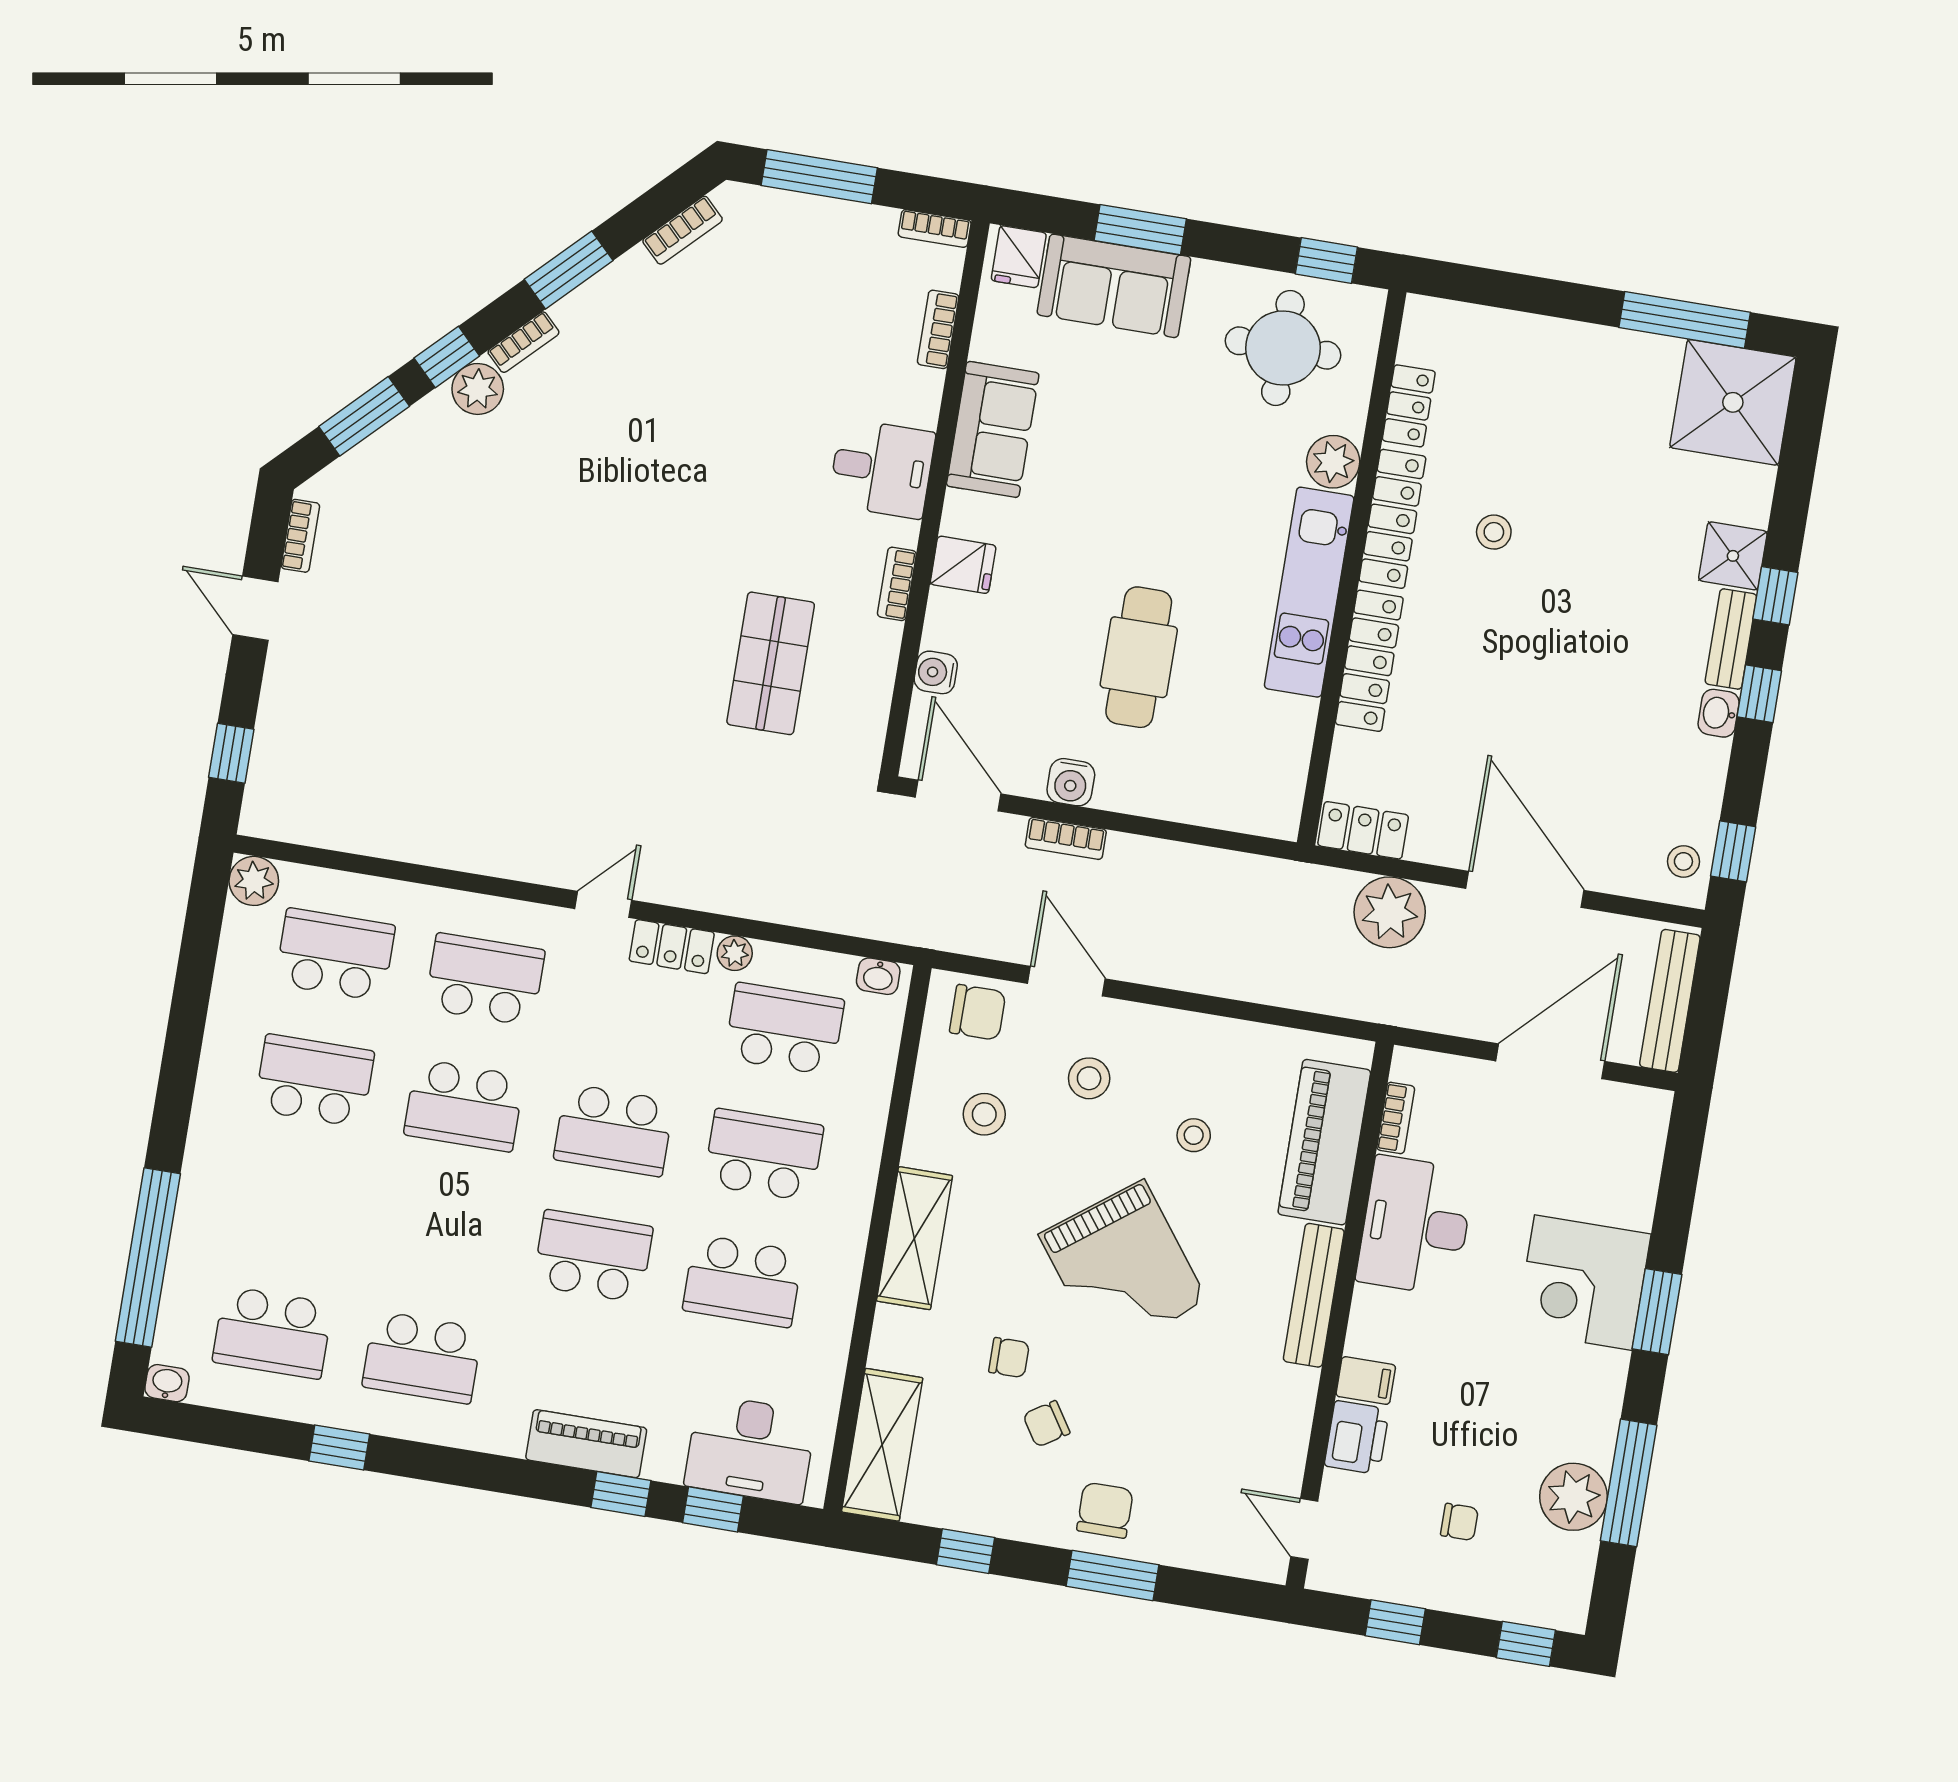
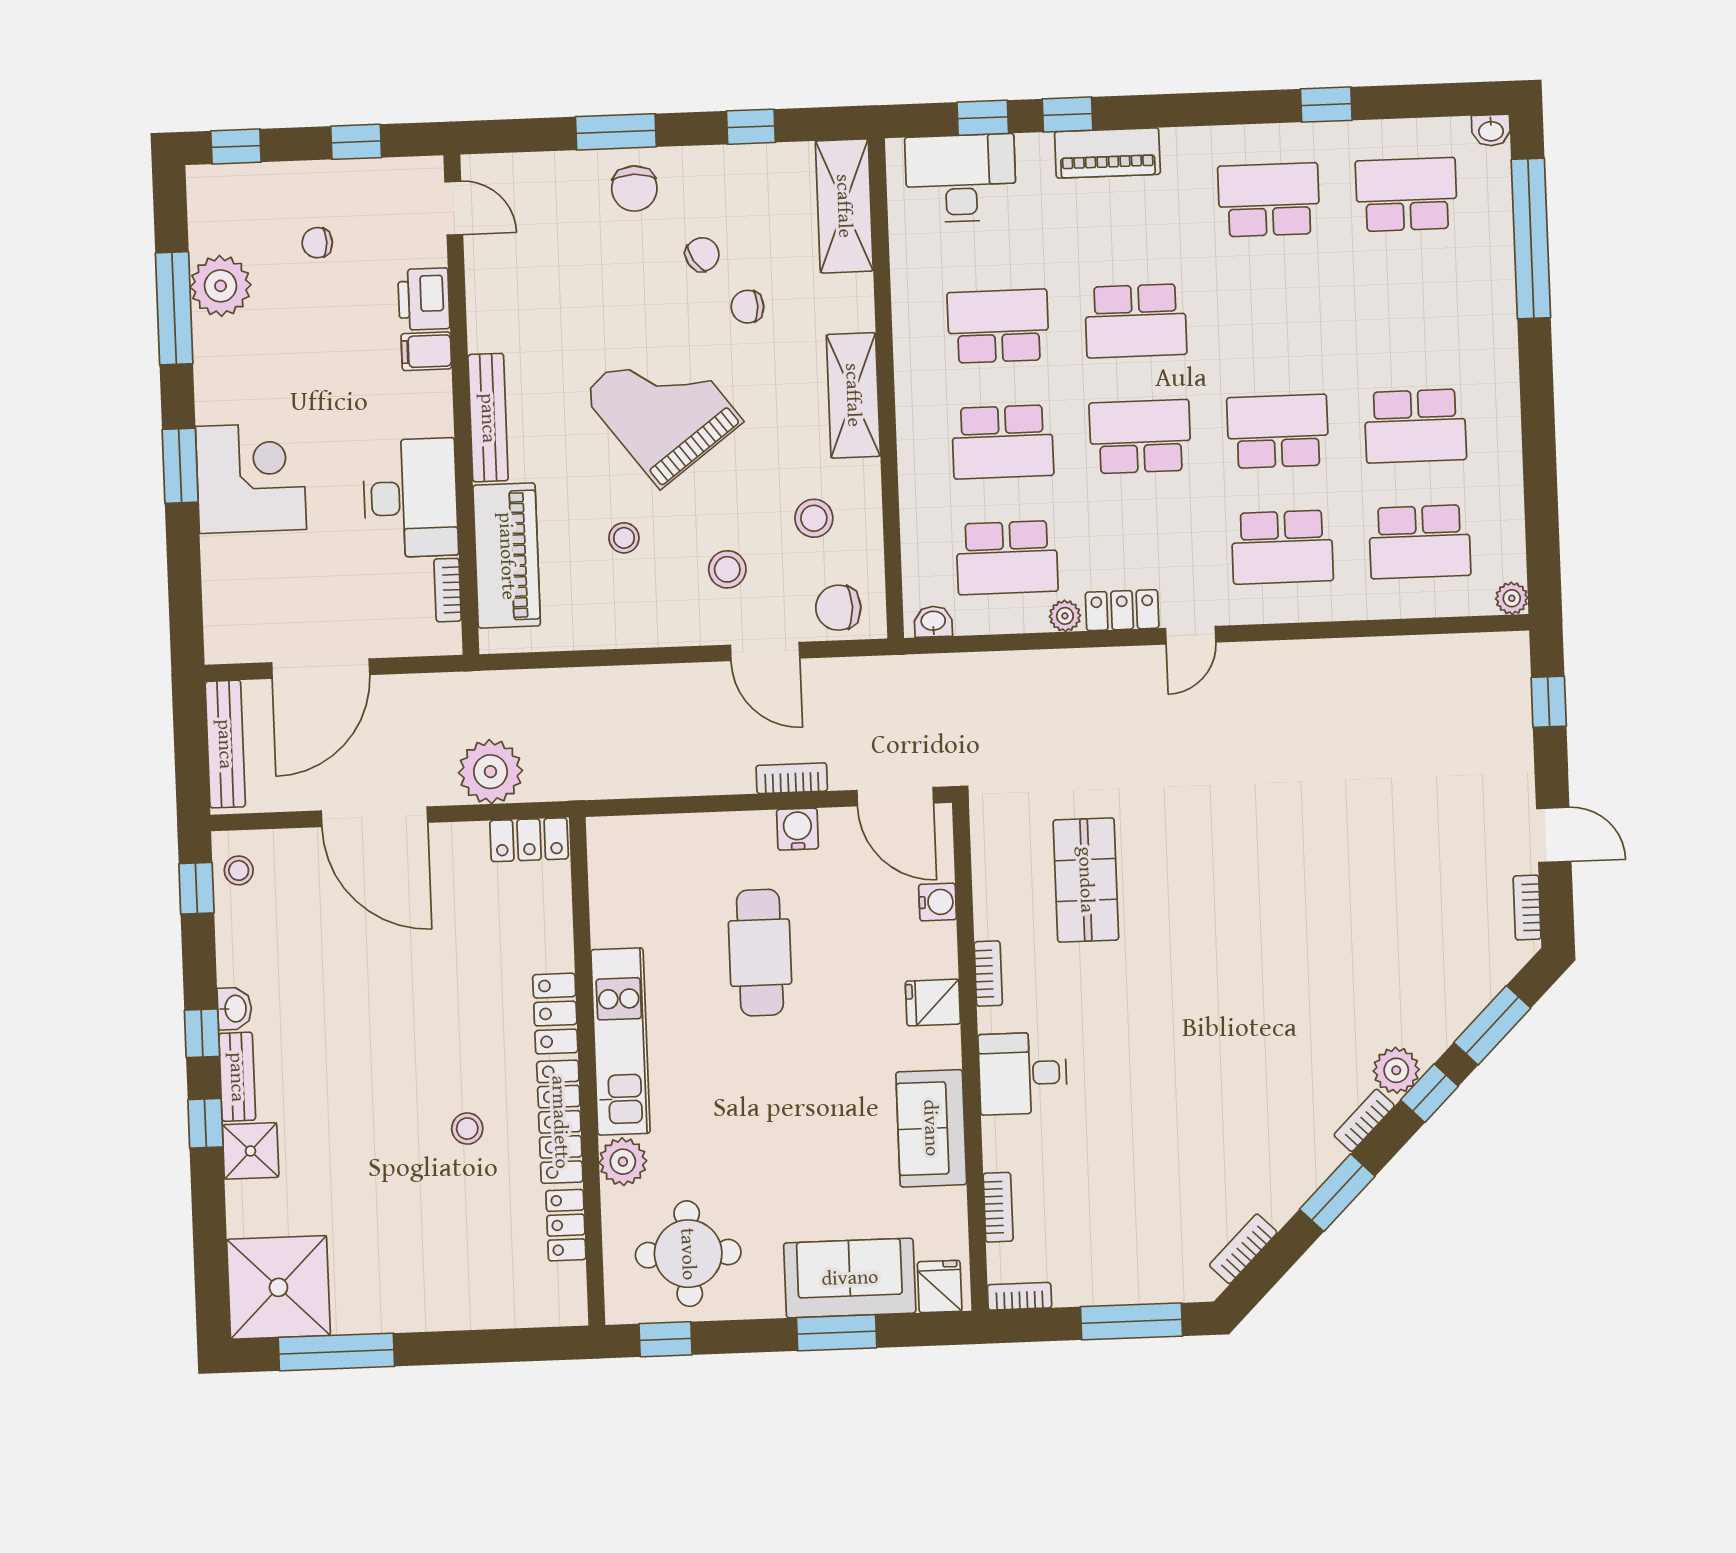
locker: (1369, 661) -> (555, 1014), width x0.66
plant: (254, 881) -> (1512, 598), width x0.73, depth x0.73

